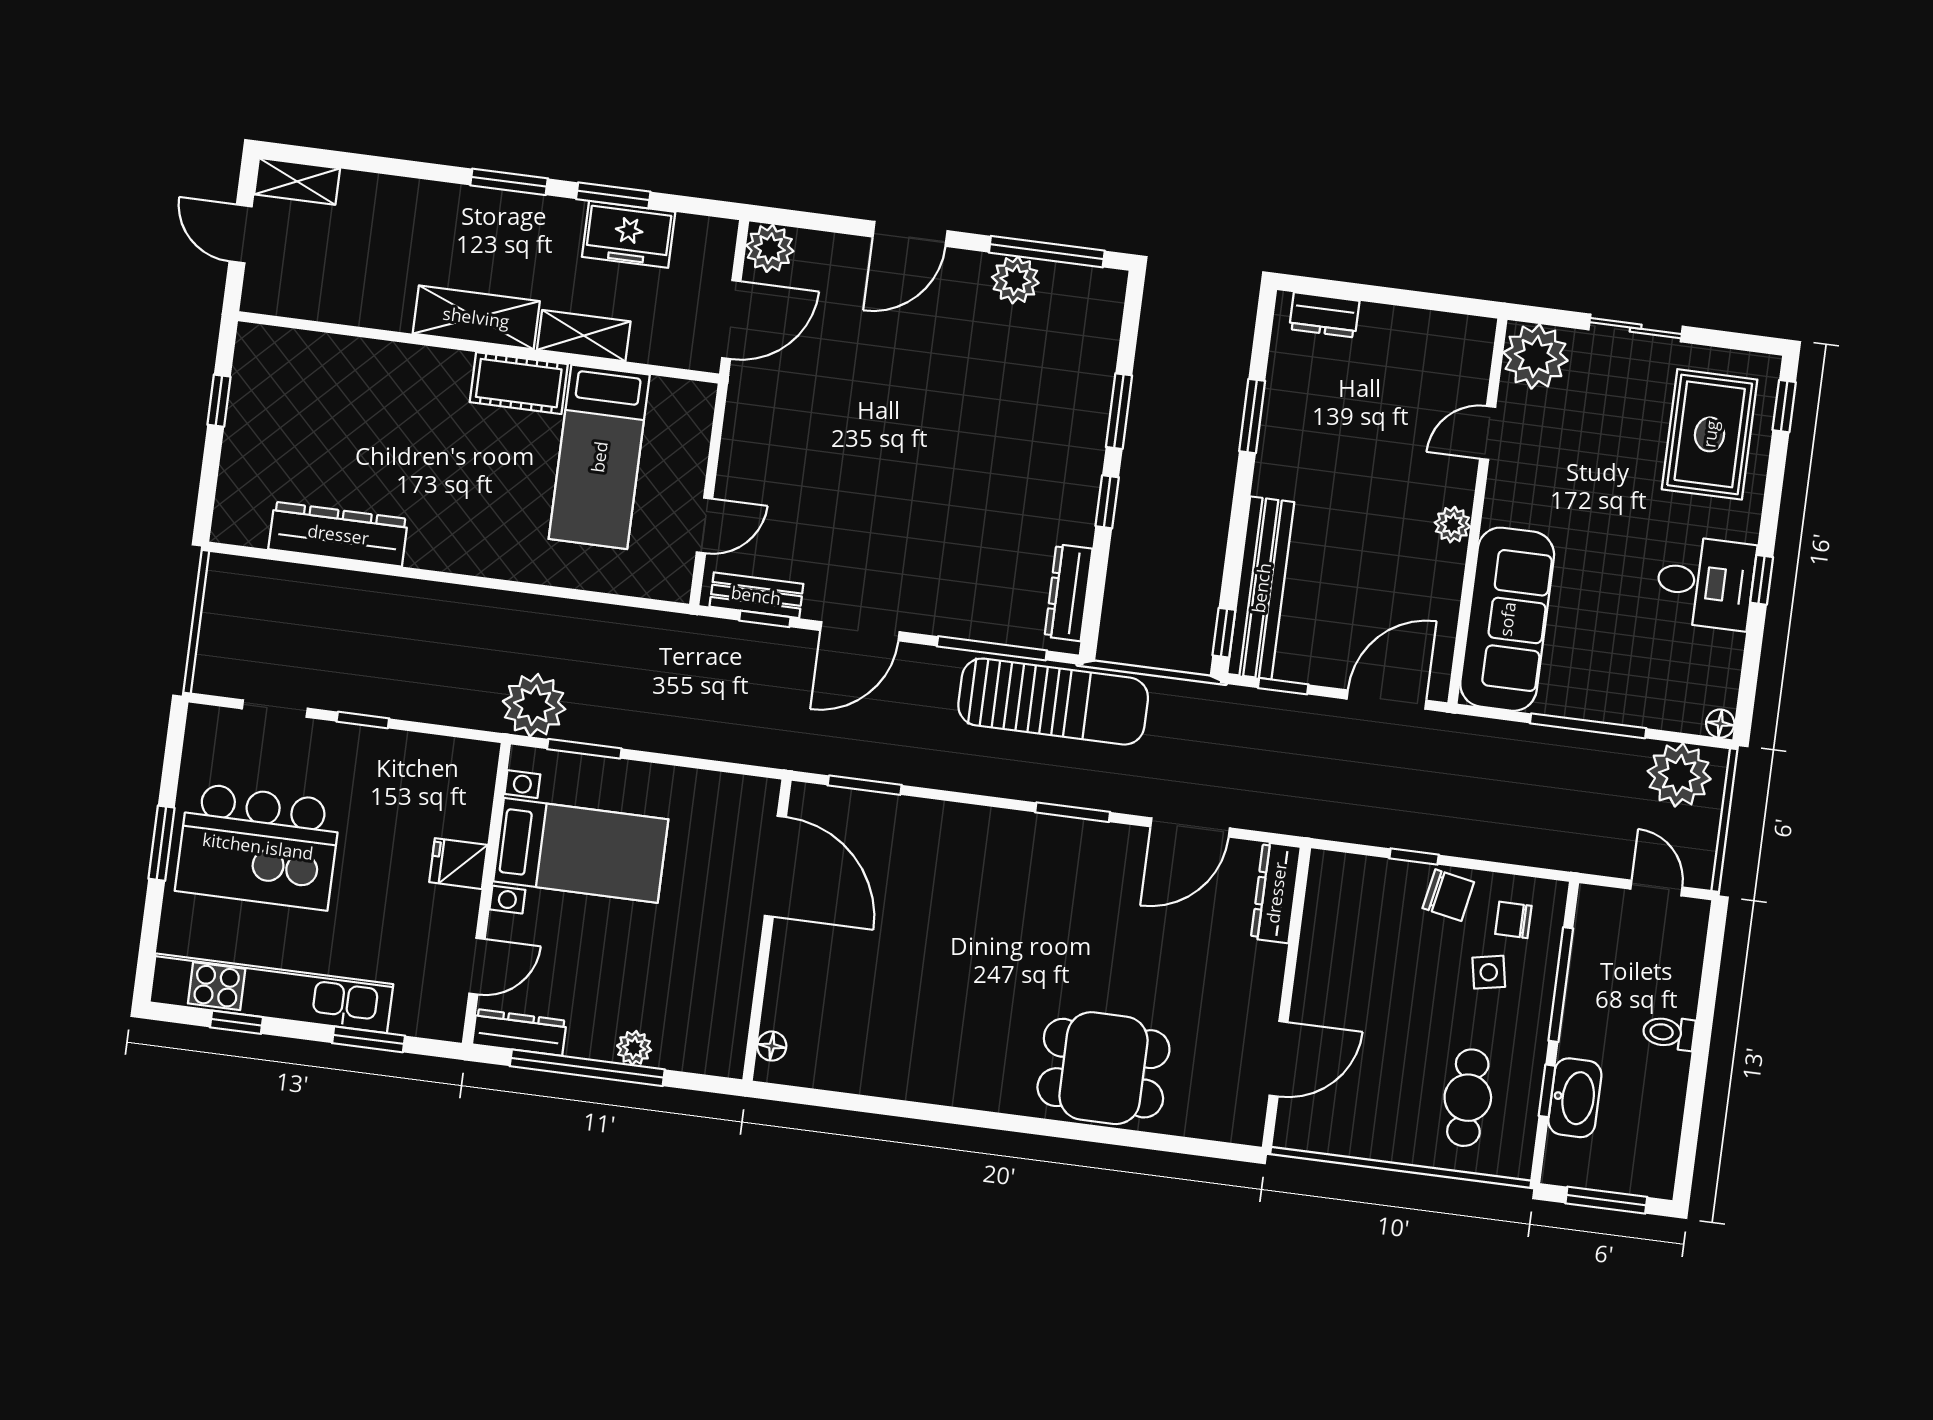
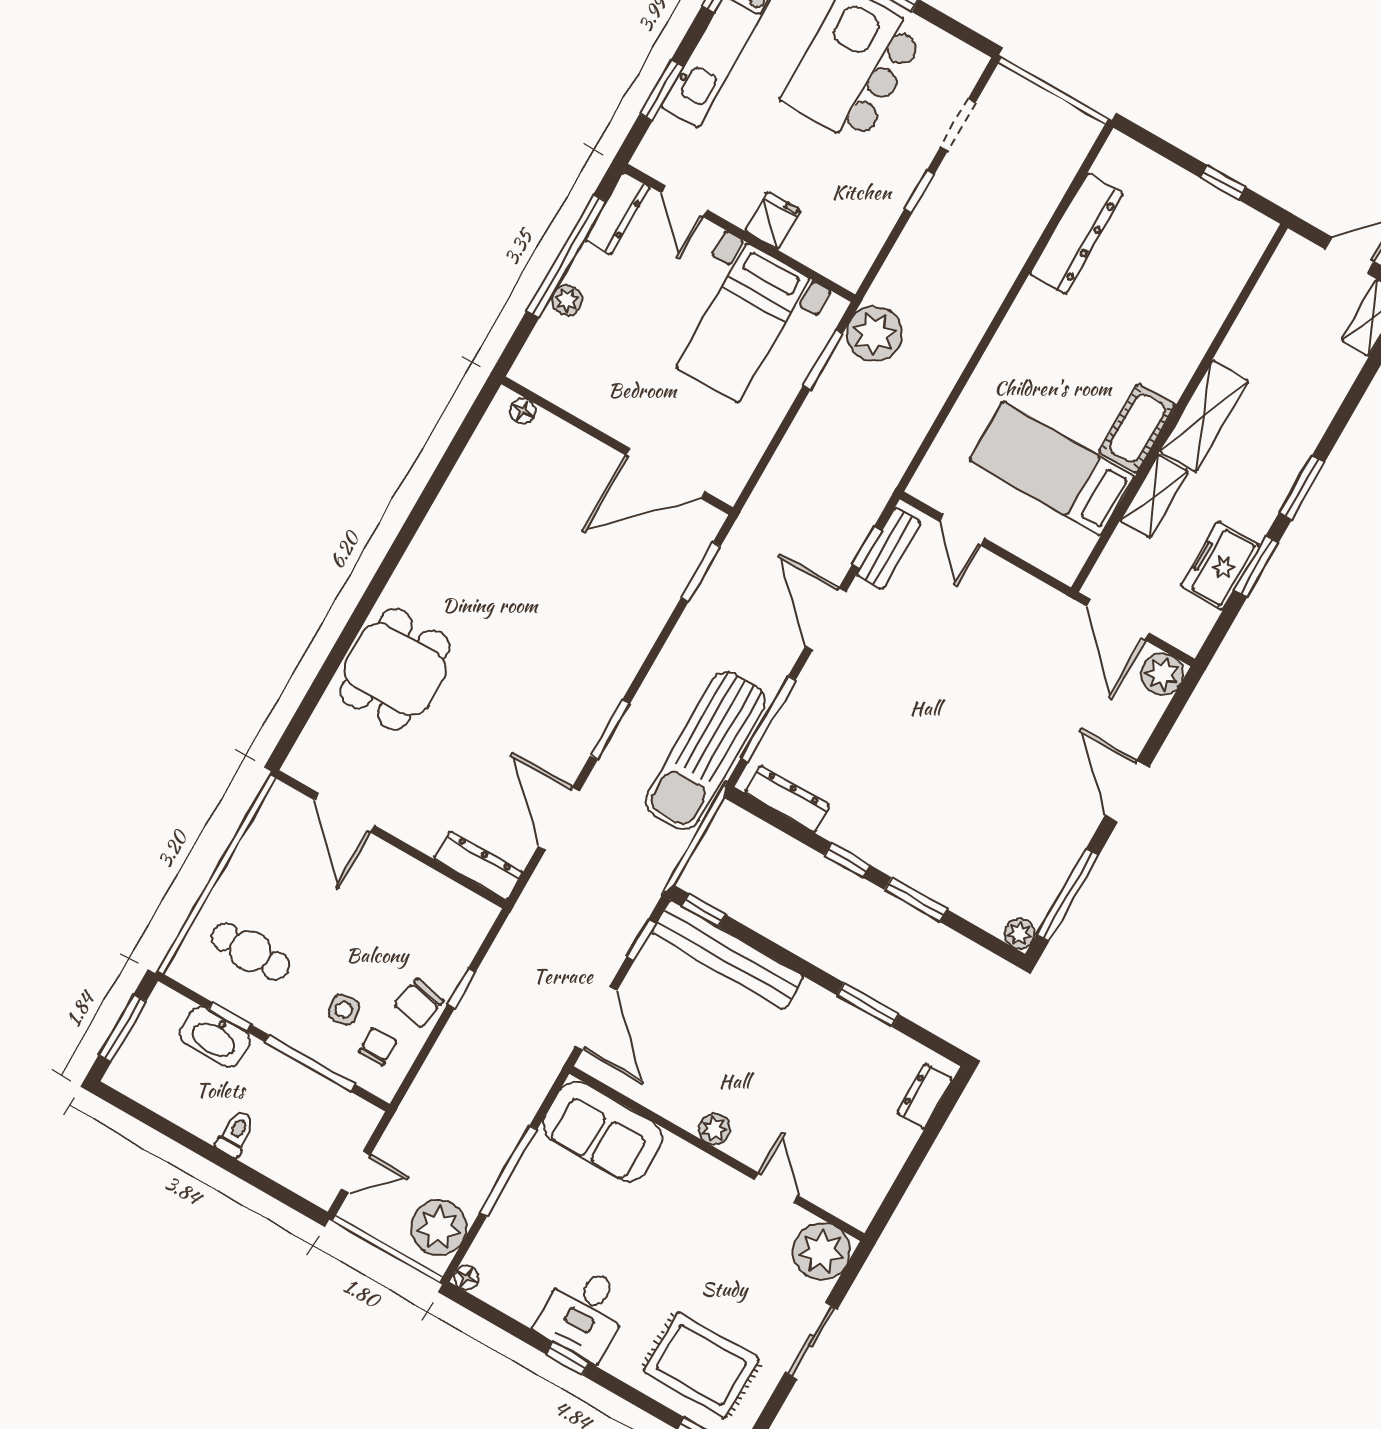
plant: (1015, 280) -> (1020, 934), moved, width x0.73, depth x0.73
sofa: (1507, 619) -> (603, 1131), width x0.73

